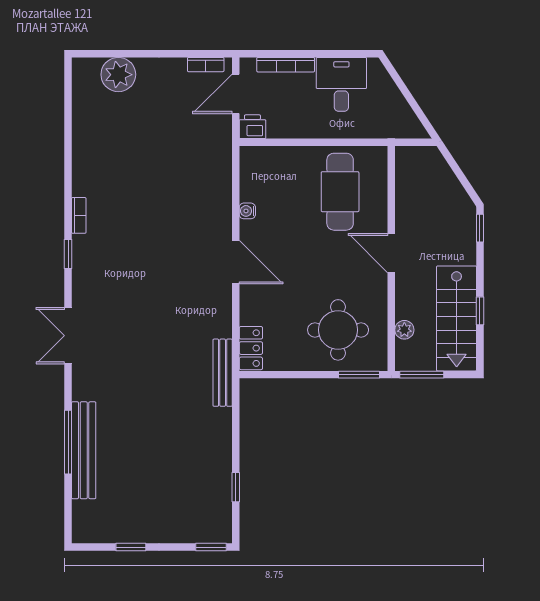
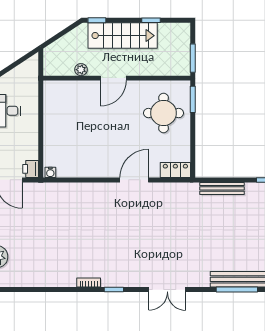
cafe table: (340, 192) -> (73, 112), removed
water cooler: (247, 211) -> (50, 172), moved
door: (236, 262) -> (134, 180), moved
stairs: (457, 318) -> (123, 36), moved
plant: (404, 330) -> (81, 70), moved
bench: (223, 373) -> (222, 188), moved

